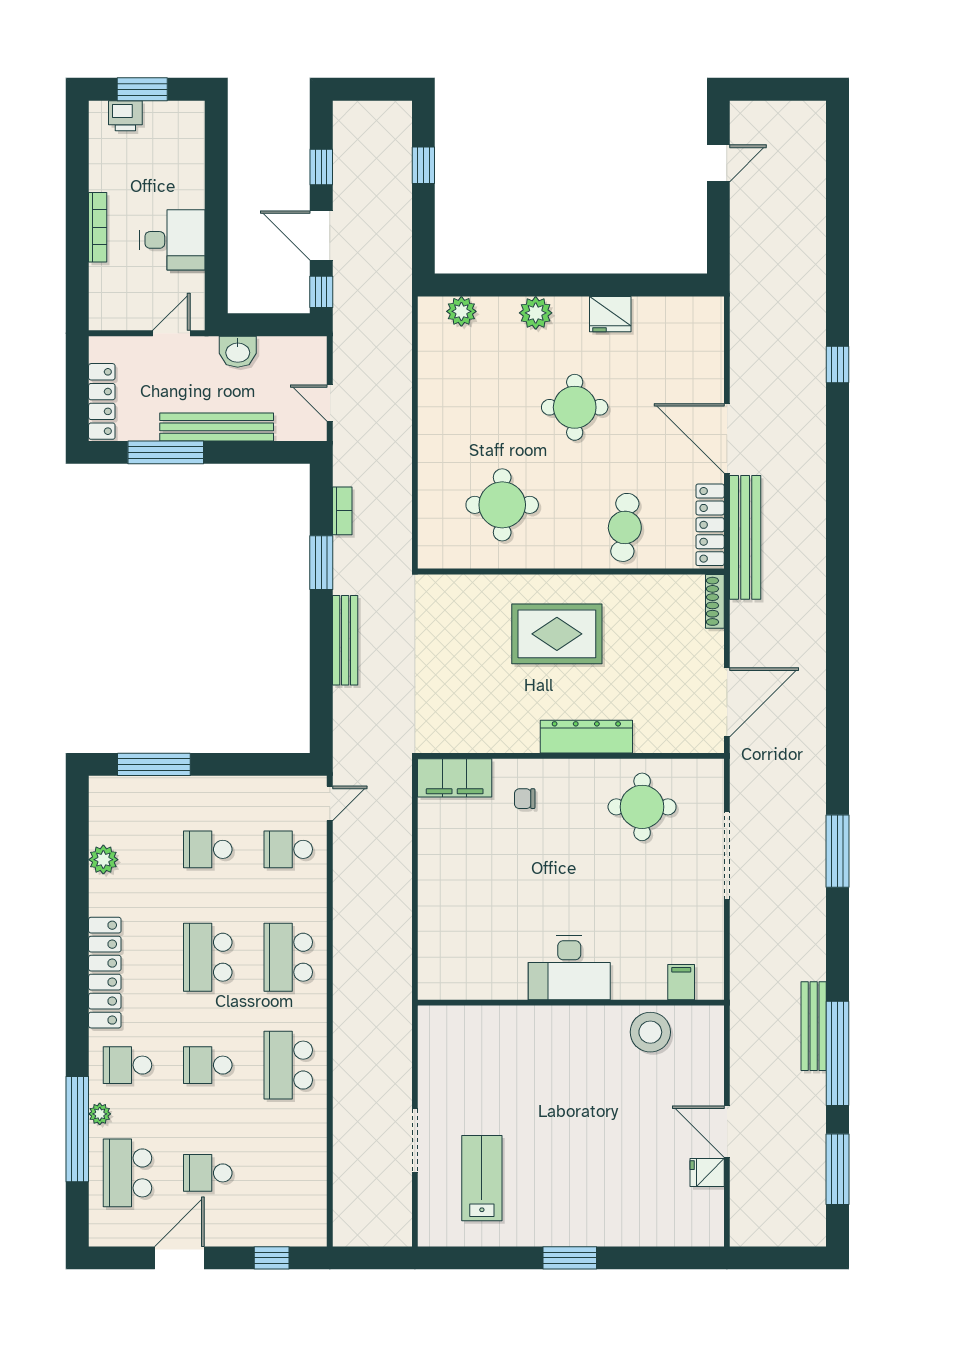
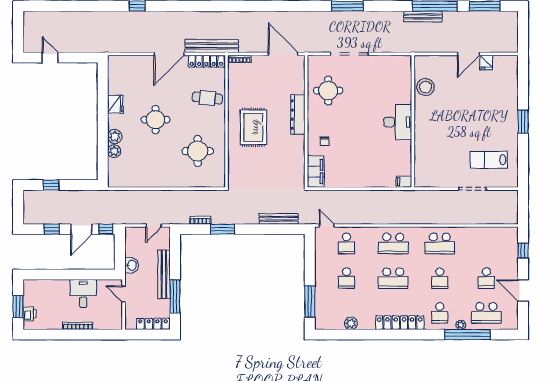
plant: (461, 311) -> (114, 151), moved
bench: (345, 640) -> (279, 219), moved
filing cabinet: (681, 982) -> (404, 182), moved

